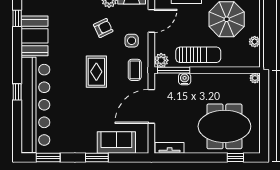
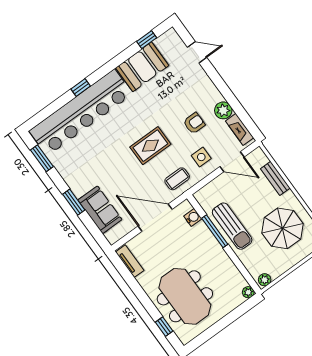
armchair: (103, 28) -> (194, 123), turned -64
plant: (255, 42) -> (265, 280), moved
plant: (161, 60) -> (203, 196), removed
window: (174, 70) -> (215, 231), moved
water cooler: (185, 79) -> (193, 217), moved

